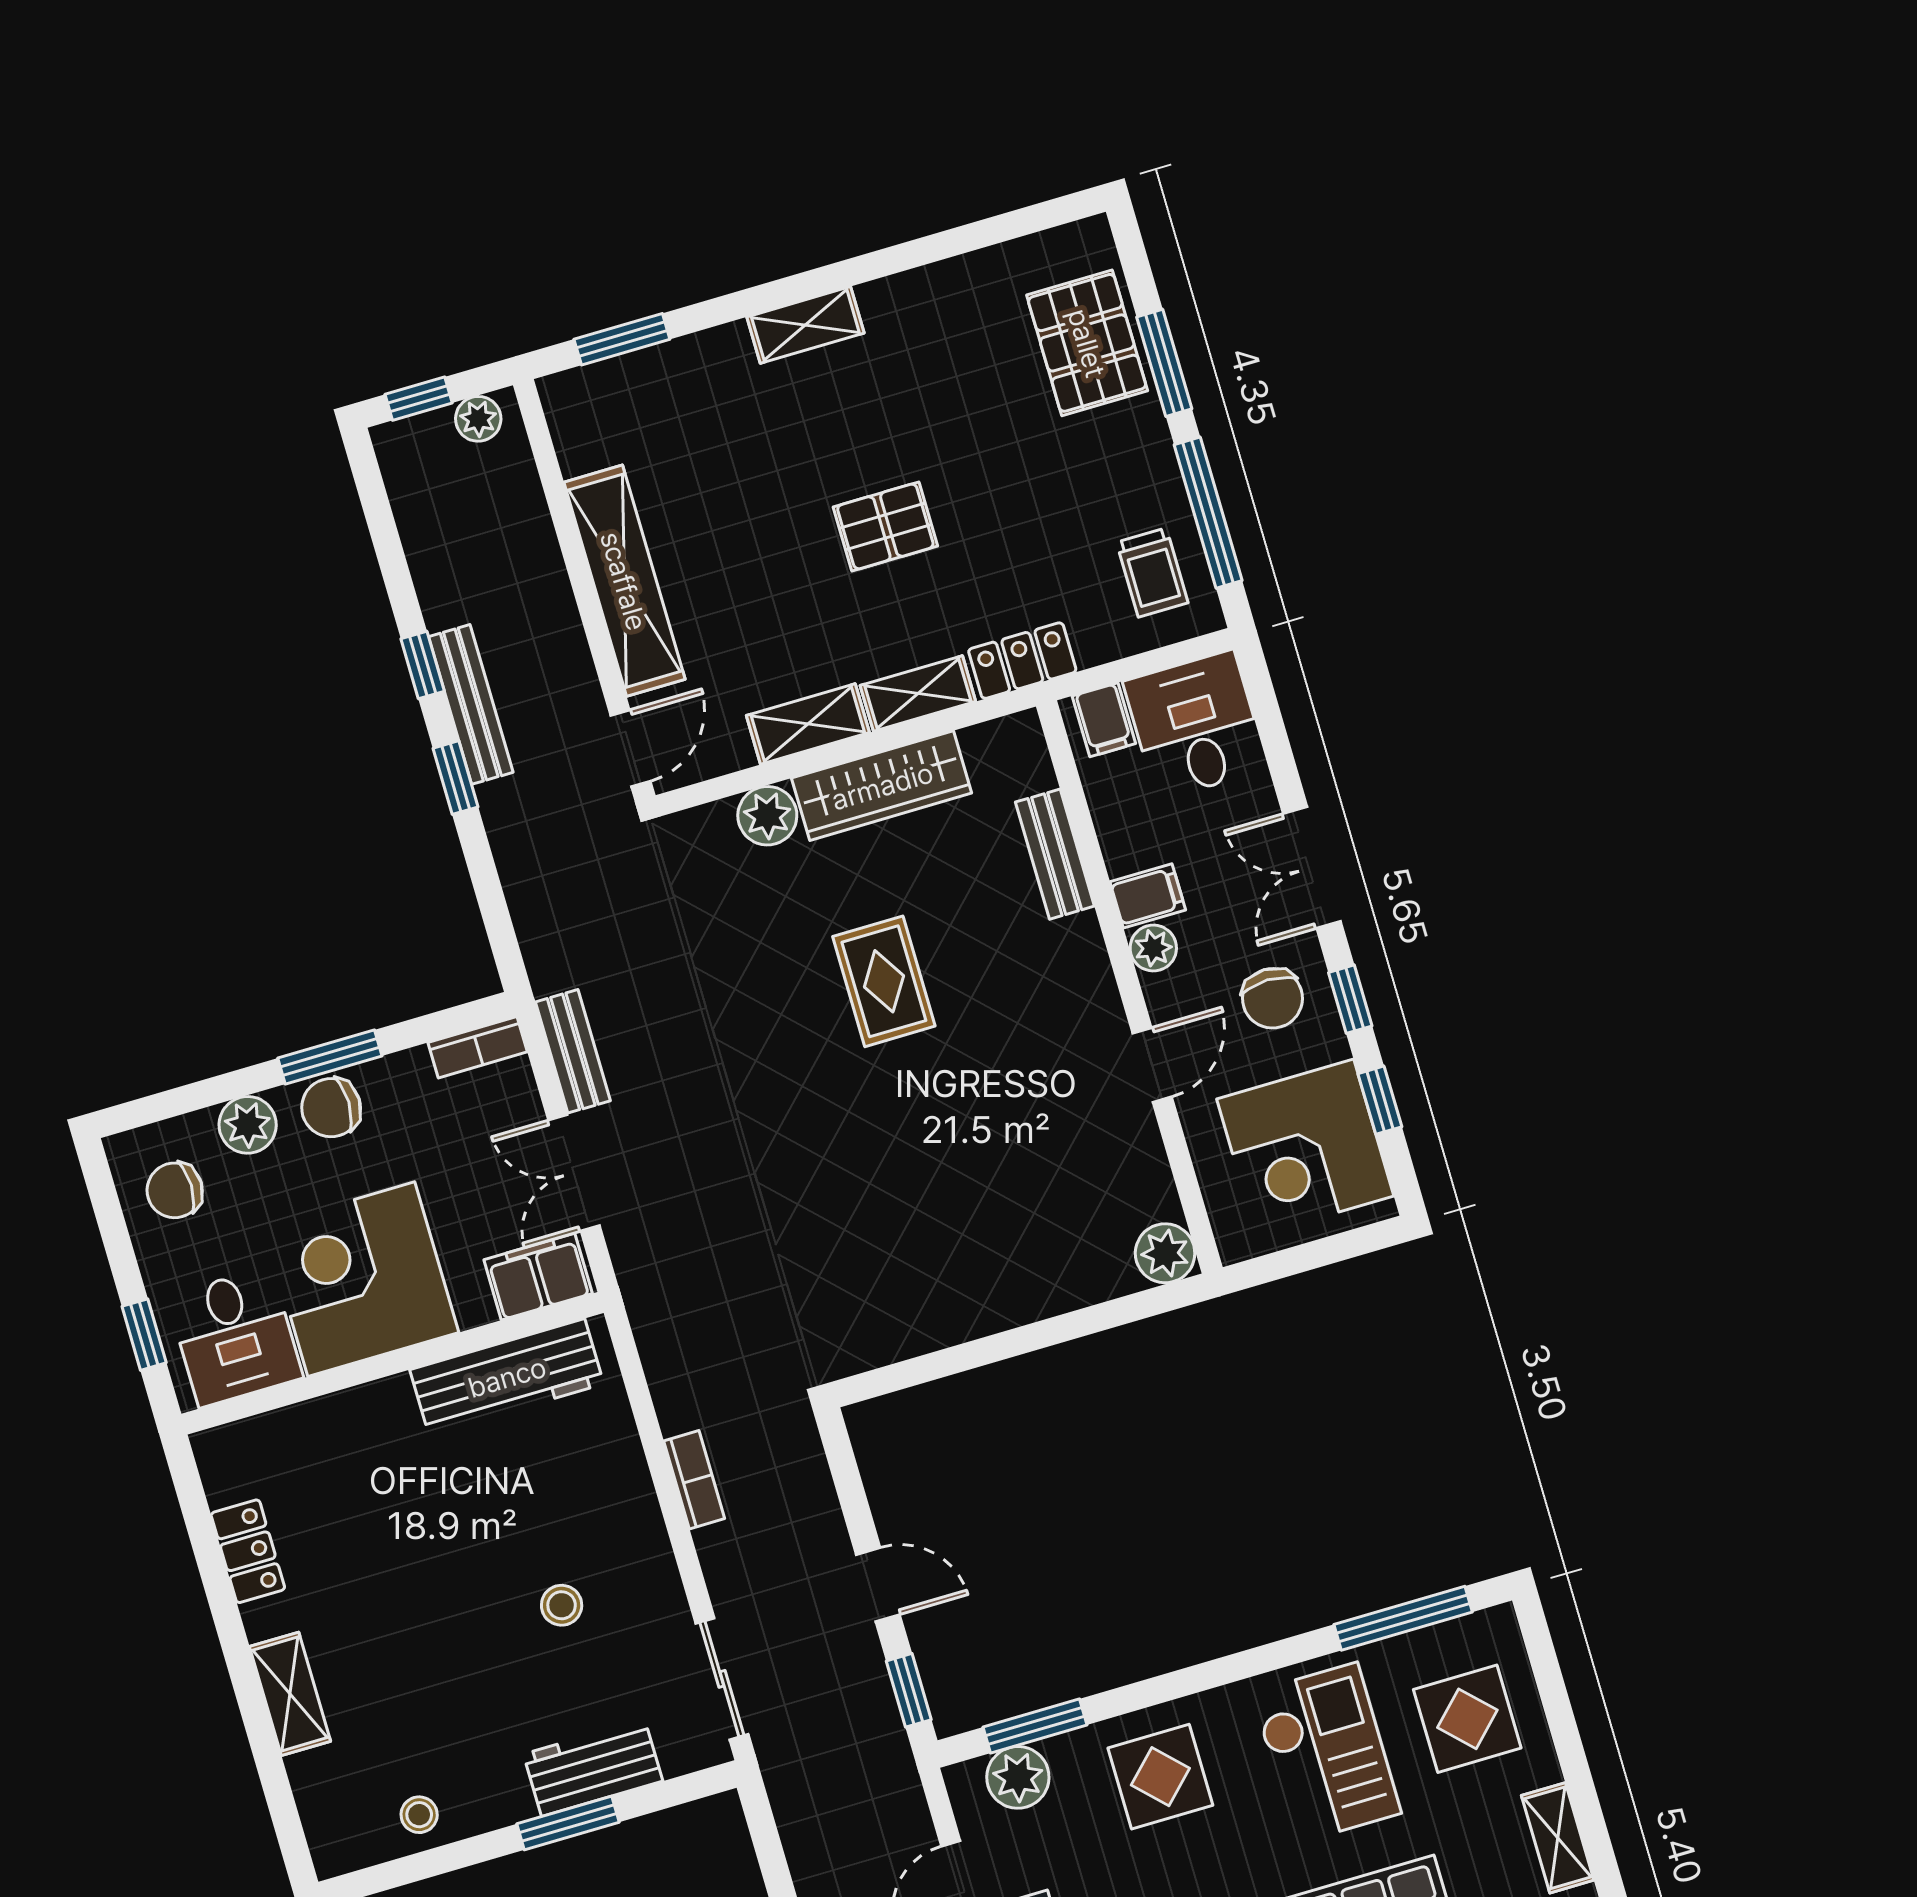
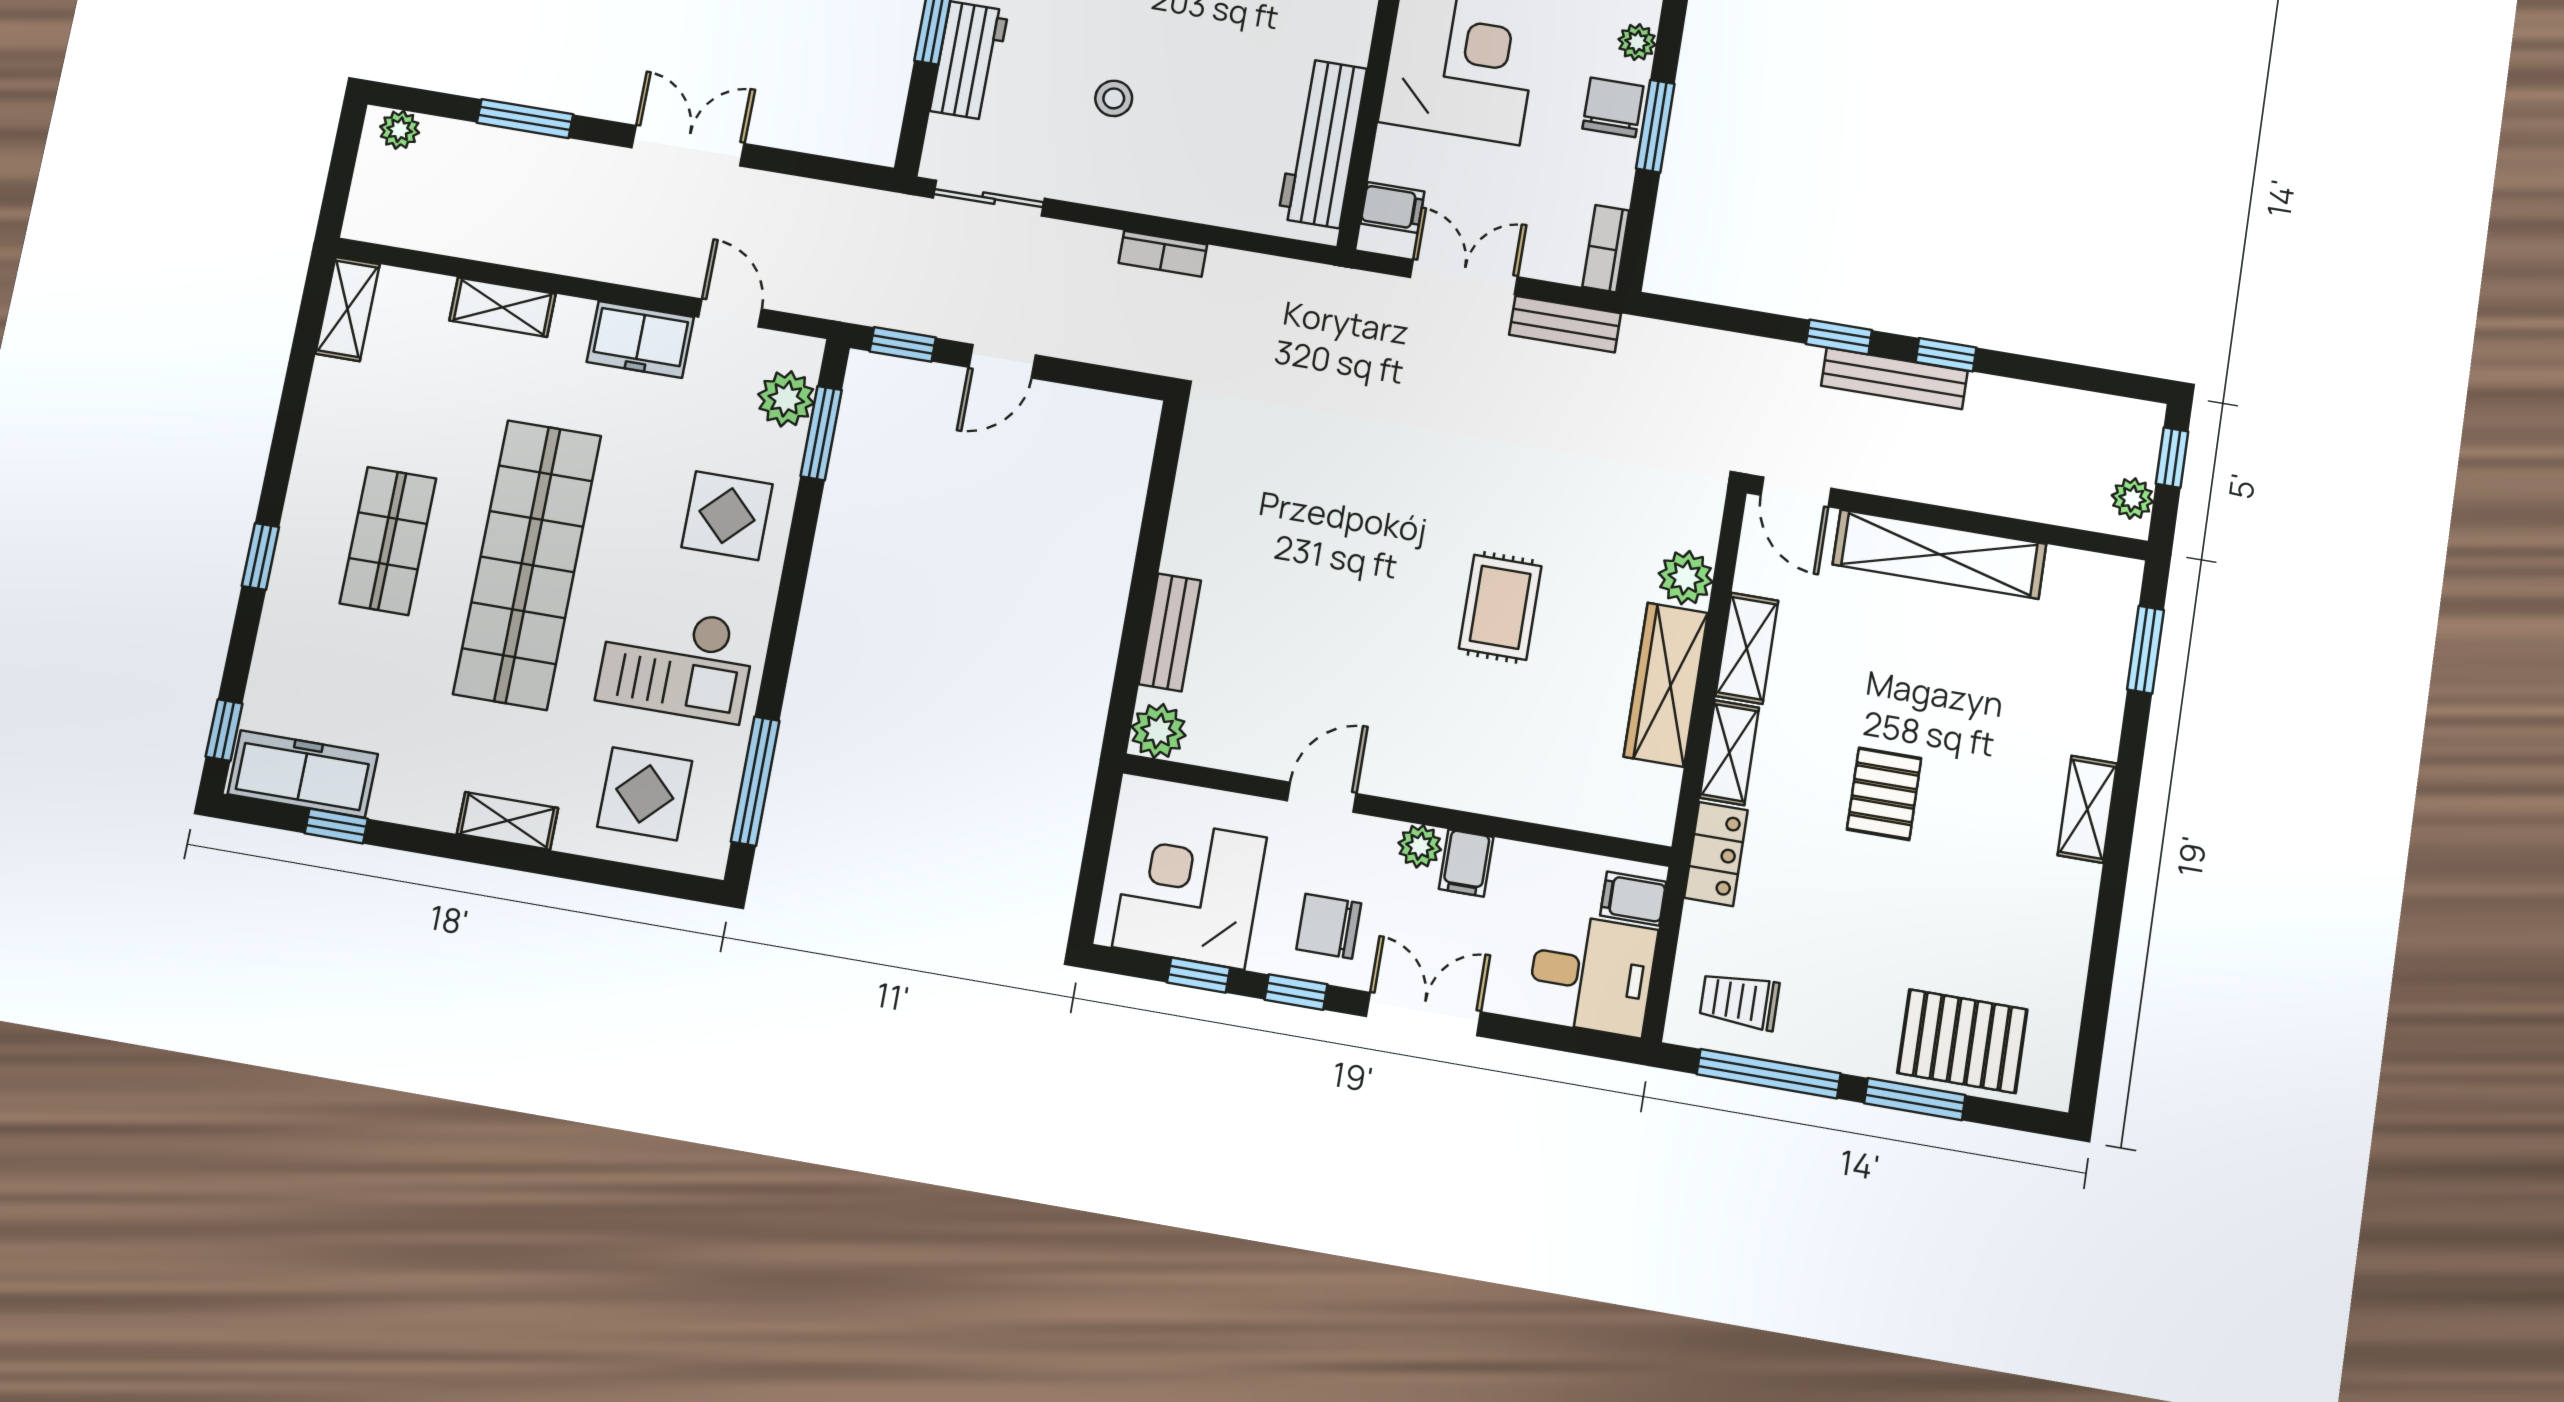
bench: (1055, 854) -> (1170, 632), moved, turned 90
rug: (884, 981) -> (1500, 607), turned 90
door: (1152, 1065) -> (1322, 797), swing flipped
plant: (248, 1125) -> (1637, 42), width x0.73, depth x0.73
filing cabinet: (538, 1277) -> (1392, 207), width x0.50

